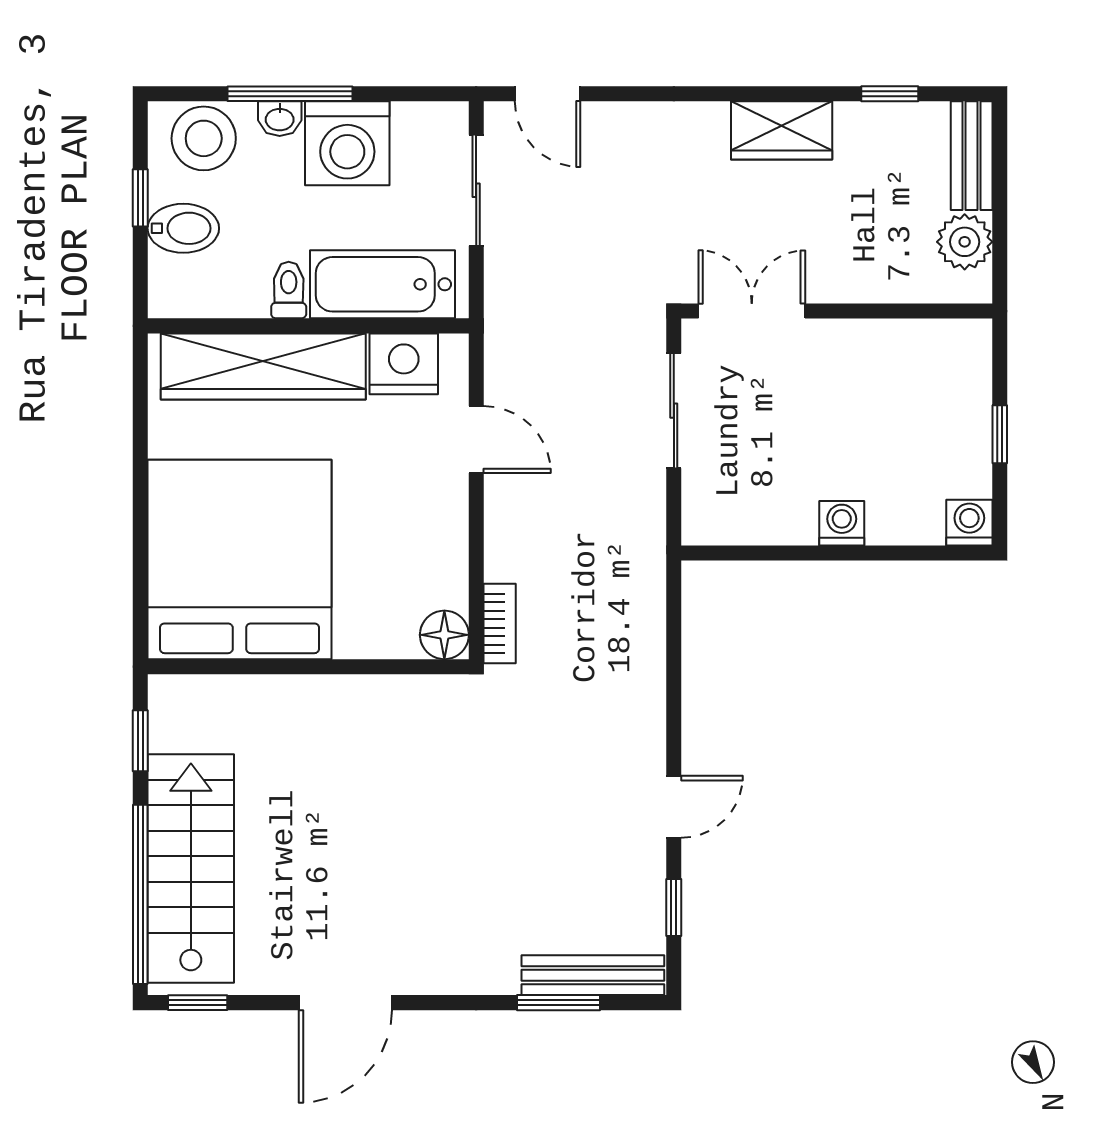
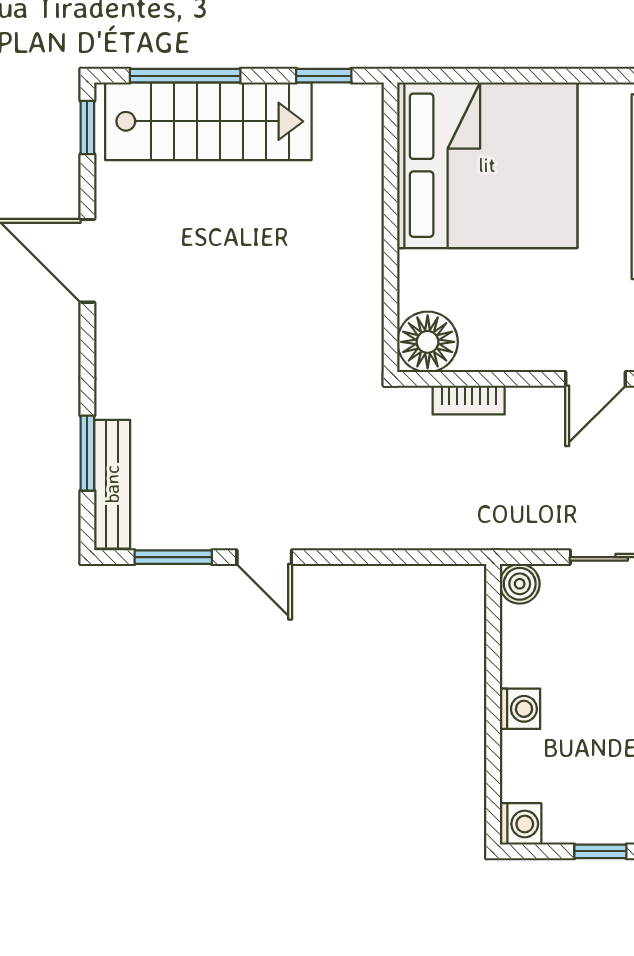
boiler: (703, 524) -> (520, 584), added
bookcase: (500, 624) -> (469, 400), moved
floor lamp: (444, 635) -> (428, 342), width x1.38, depth x1.38
window: (140, 894) -> (185, 76), width x0.68
window: (674, 908) -> (173, 557), width x1.50

